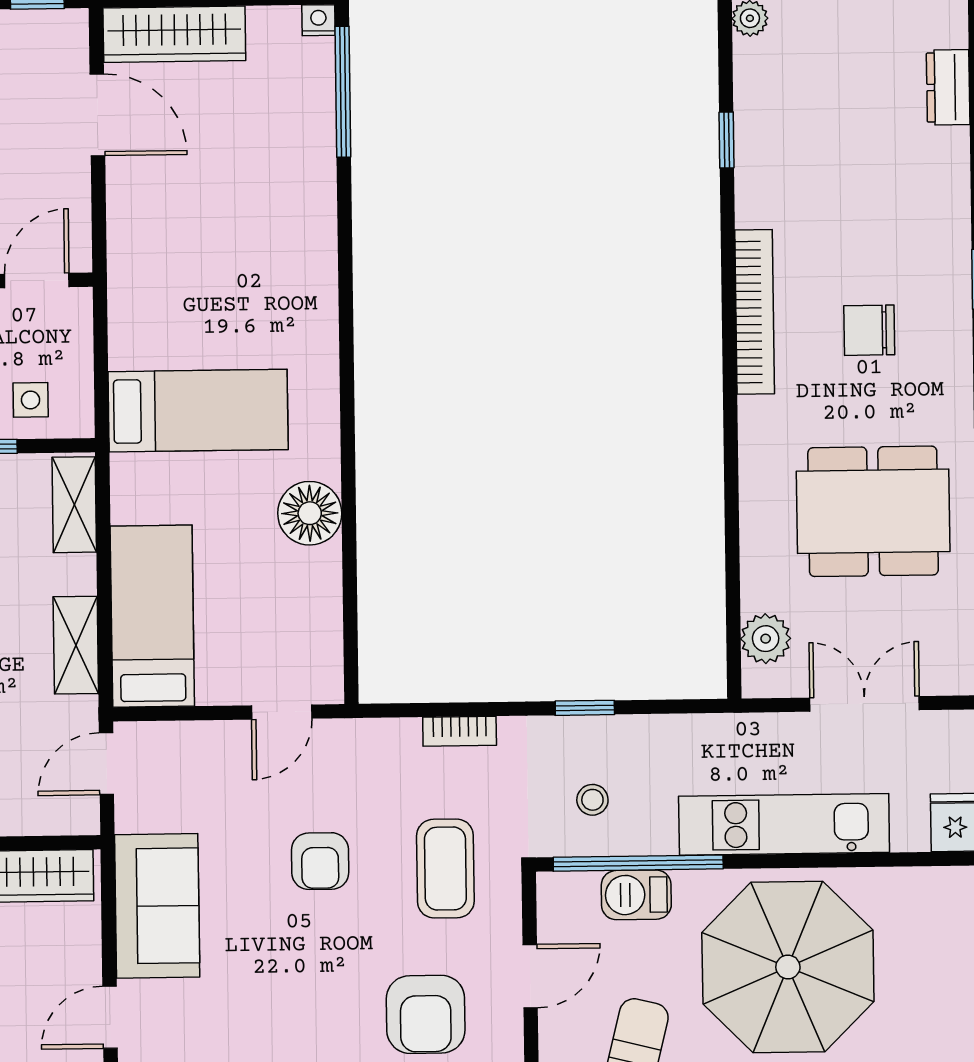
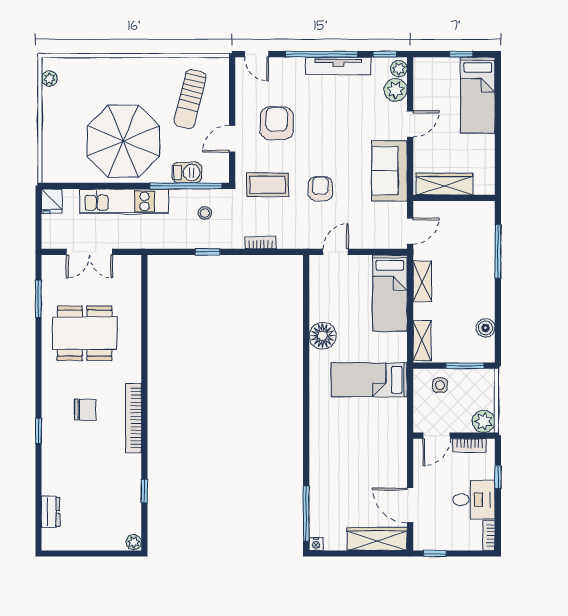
plant: (766, 639) -> (131, 280), removed
coffee table: (445, 869) -> (267, 185), turned 90

